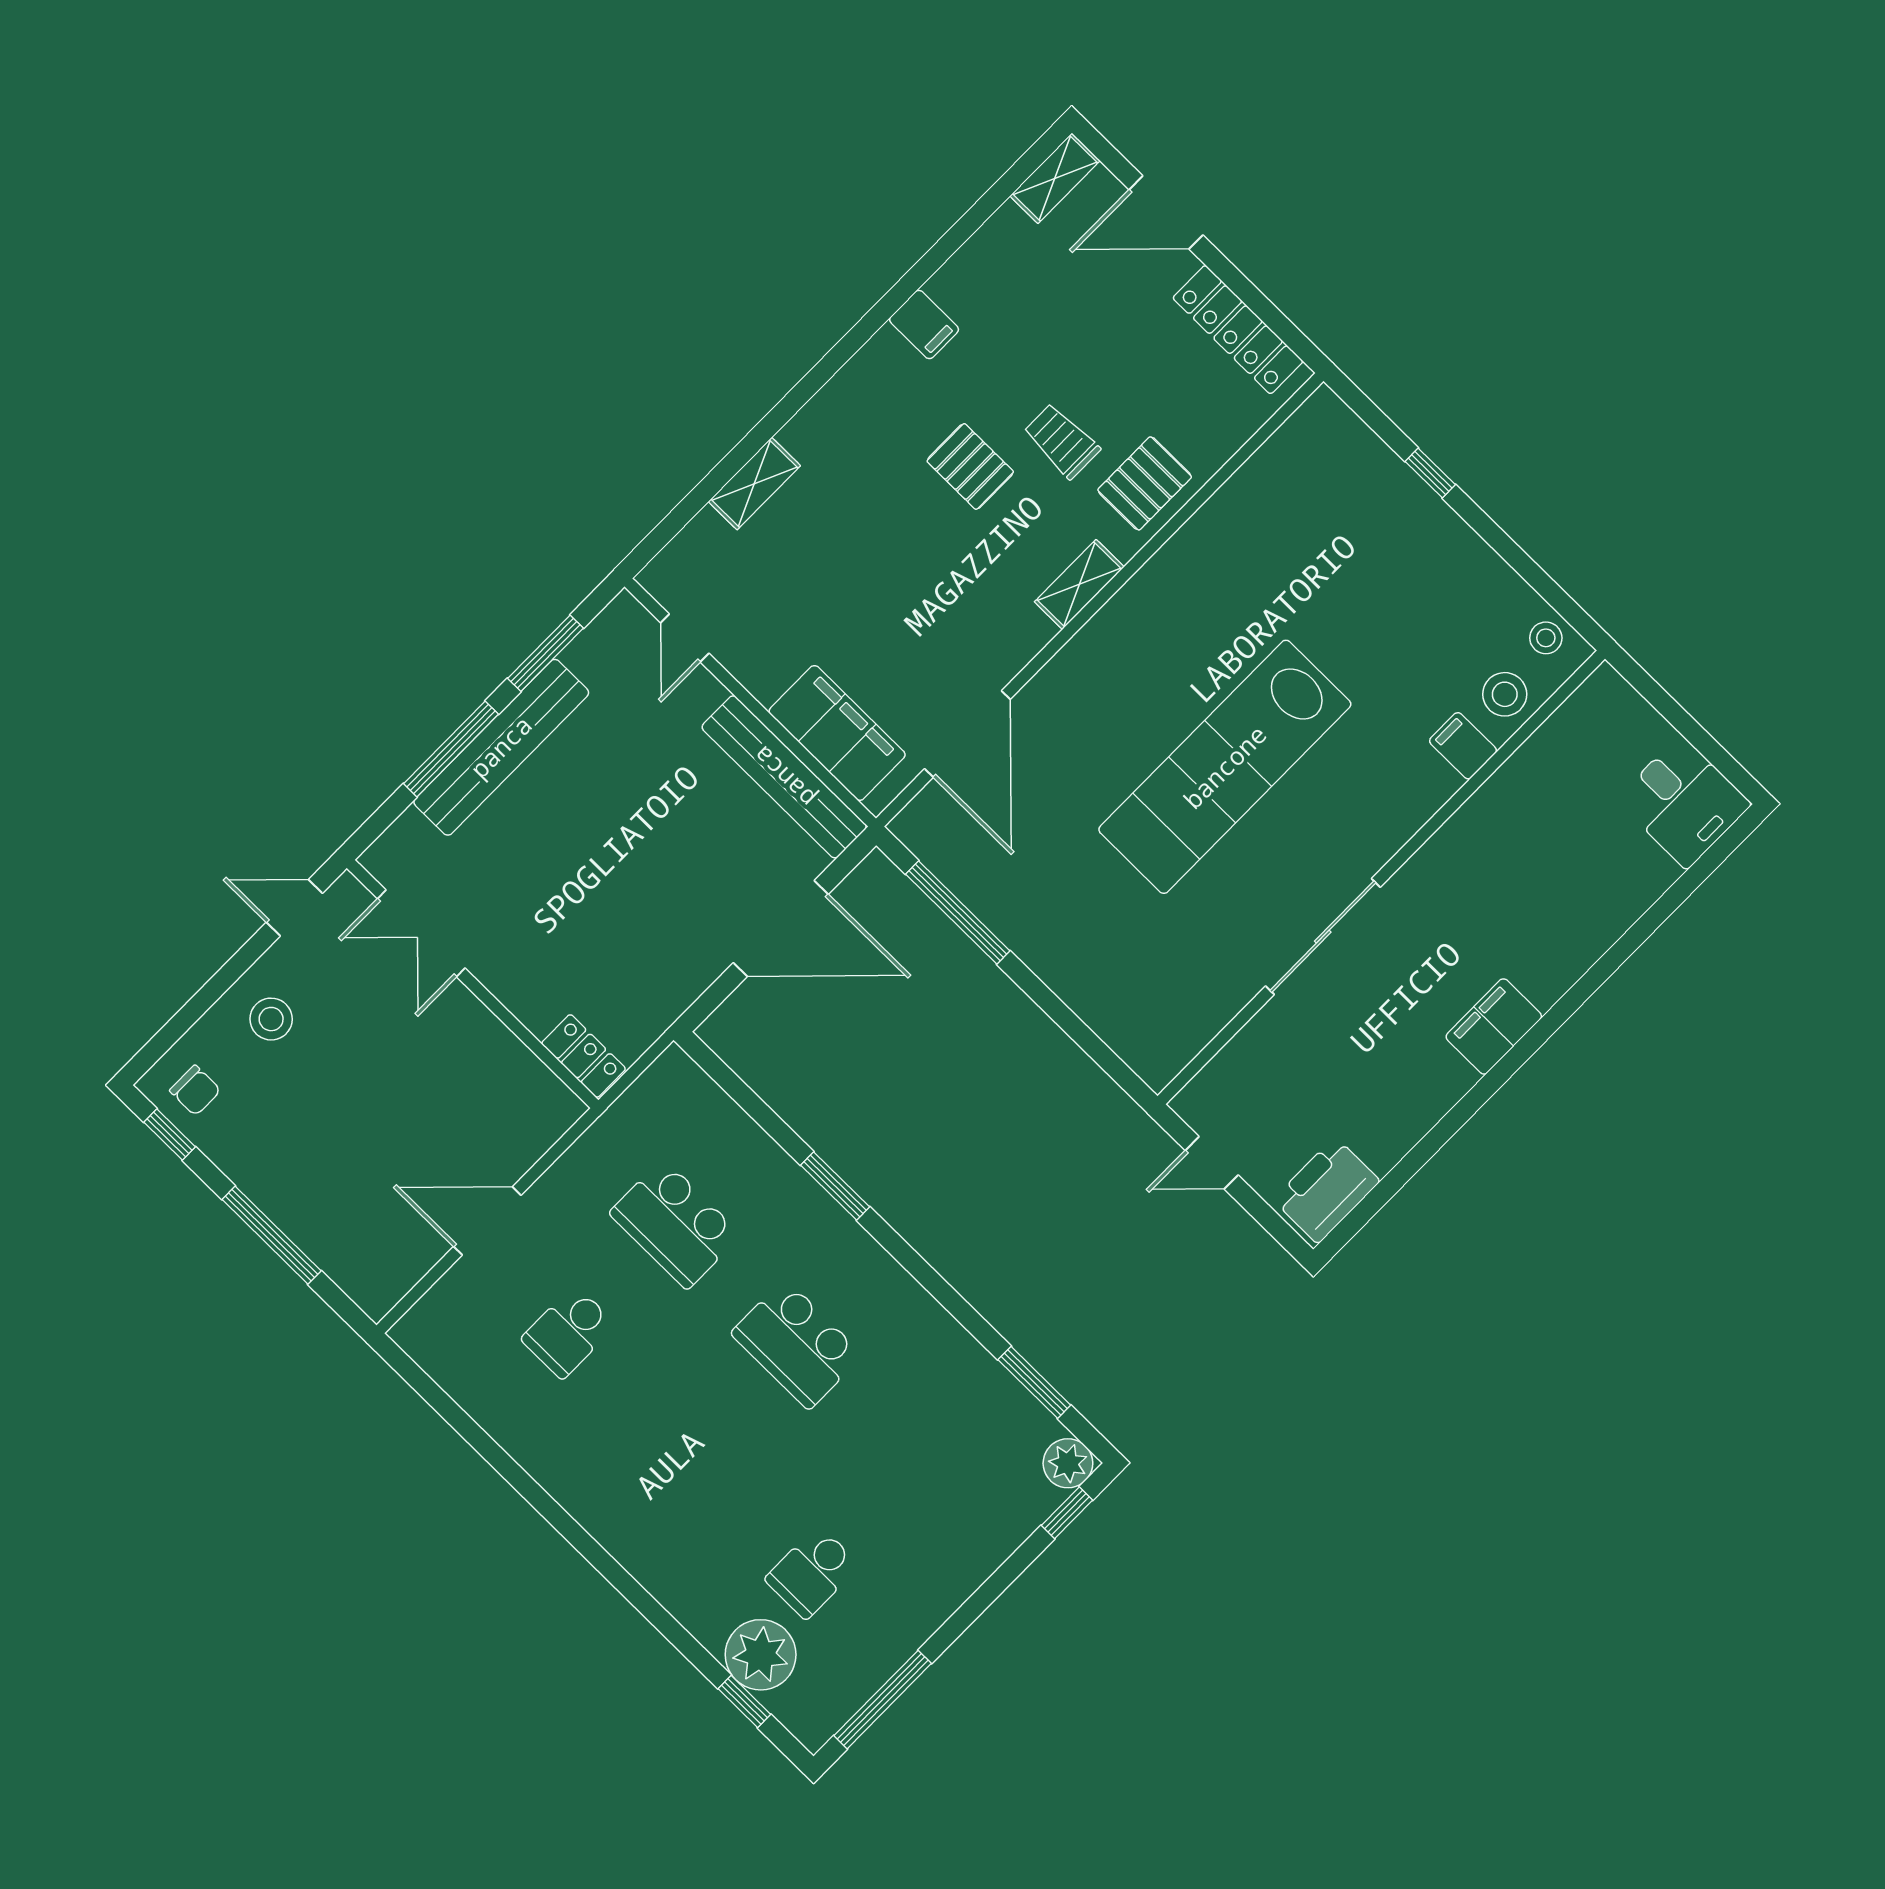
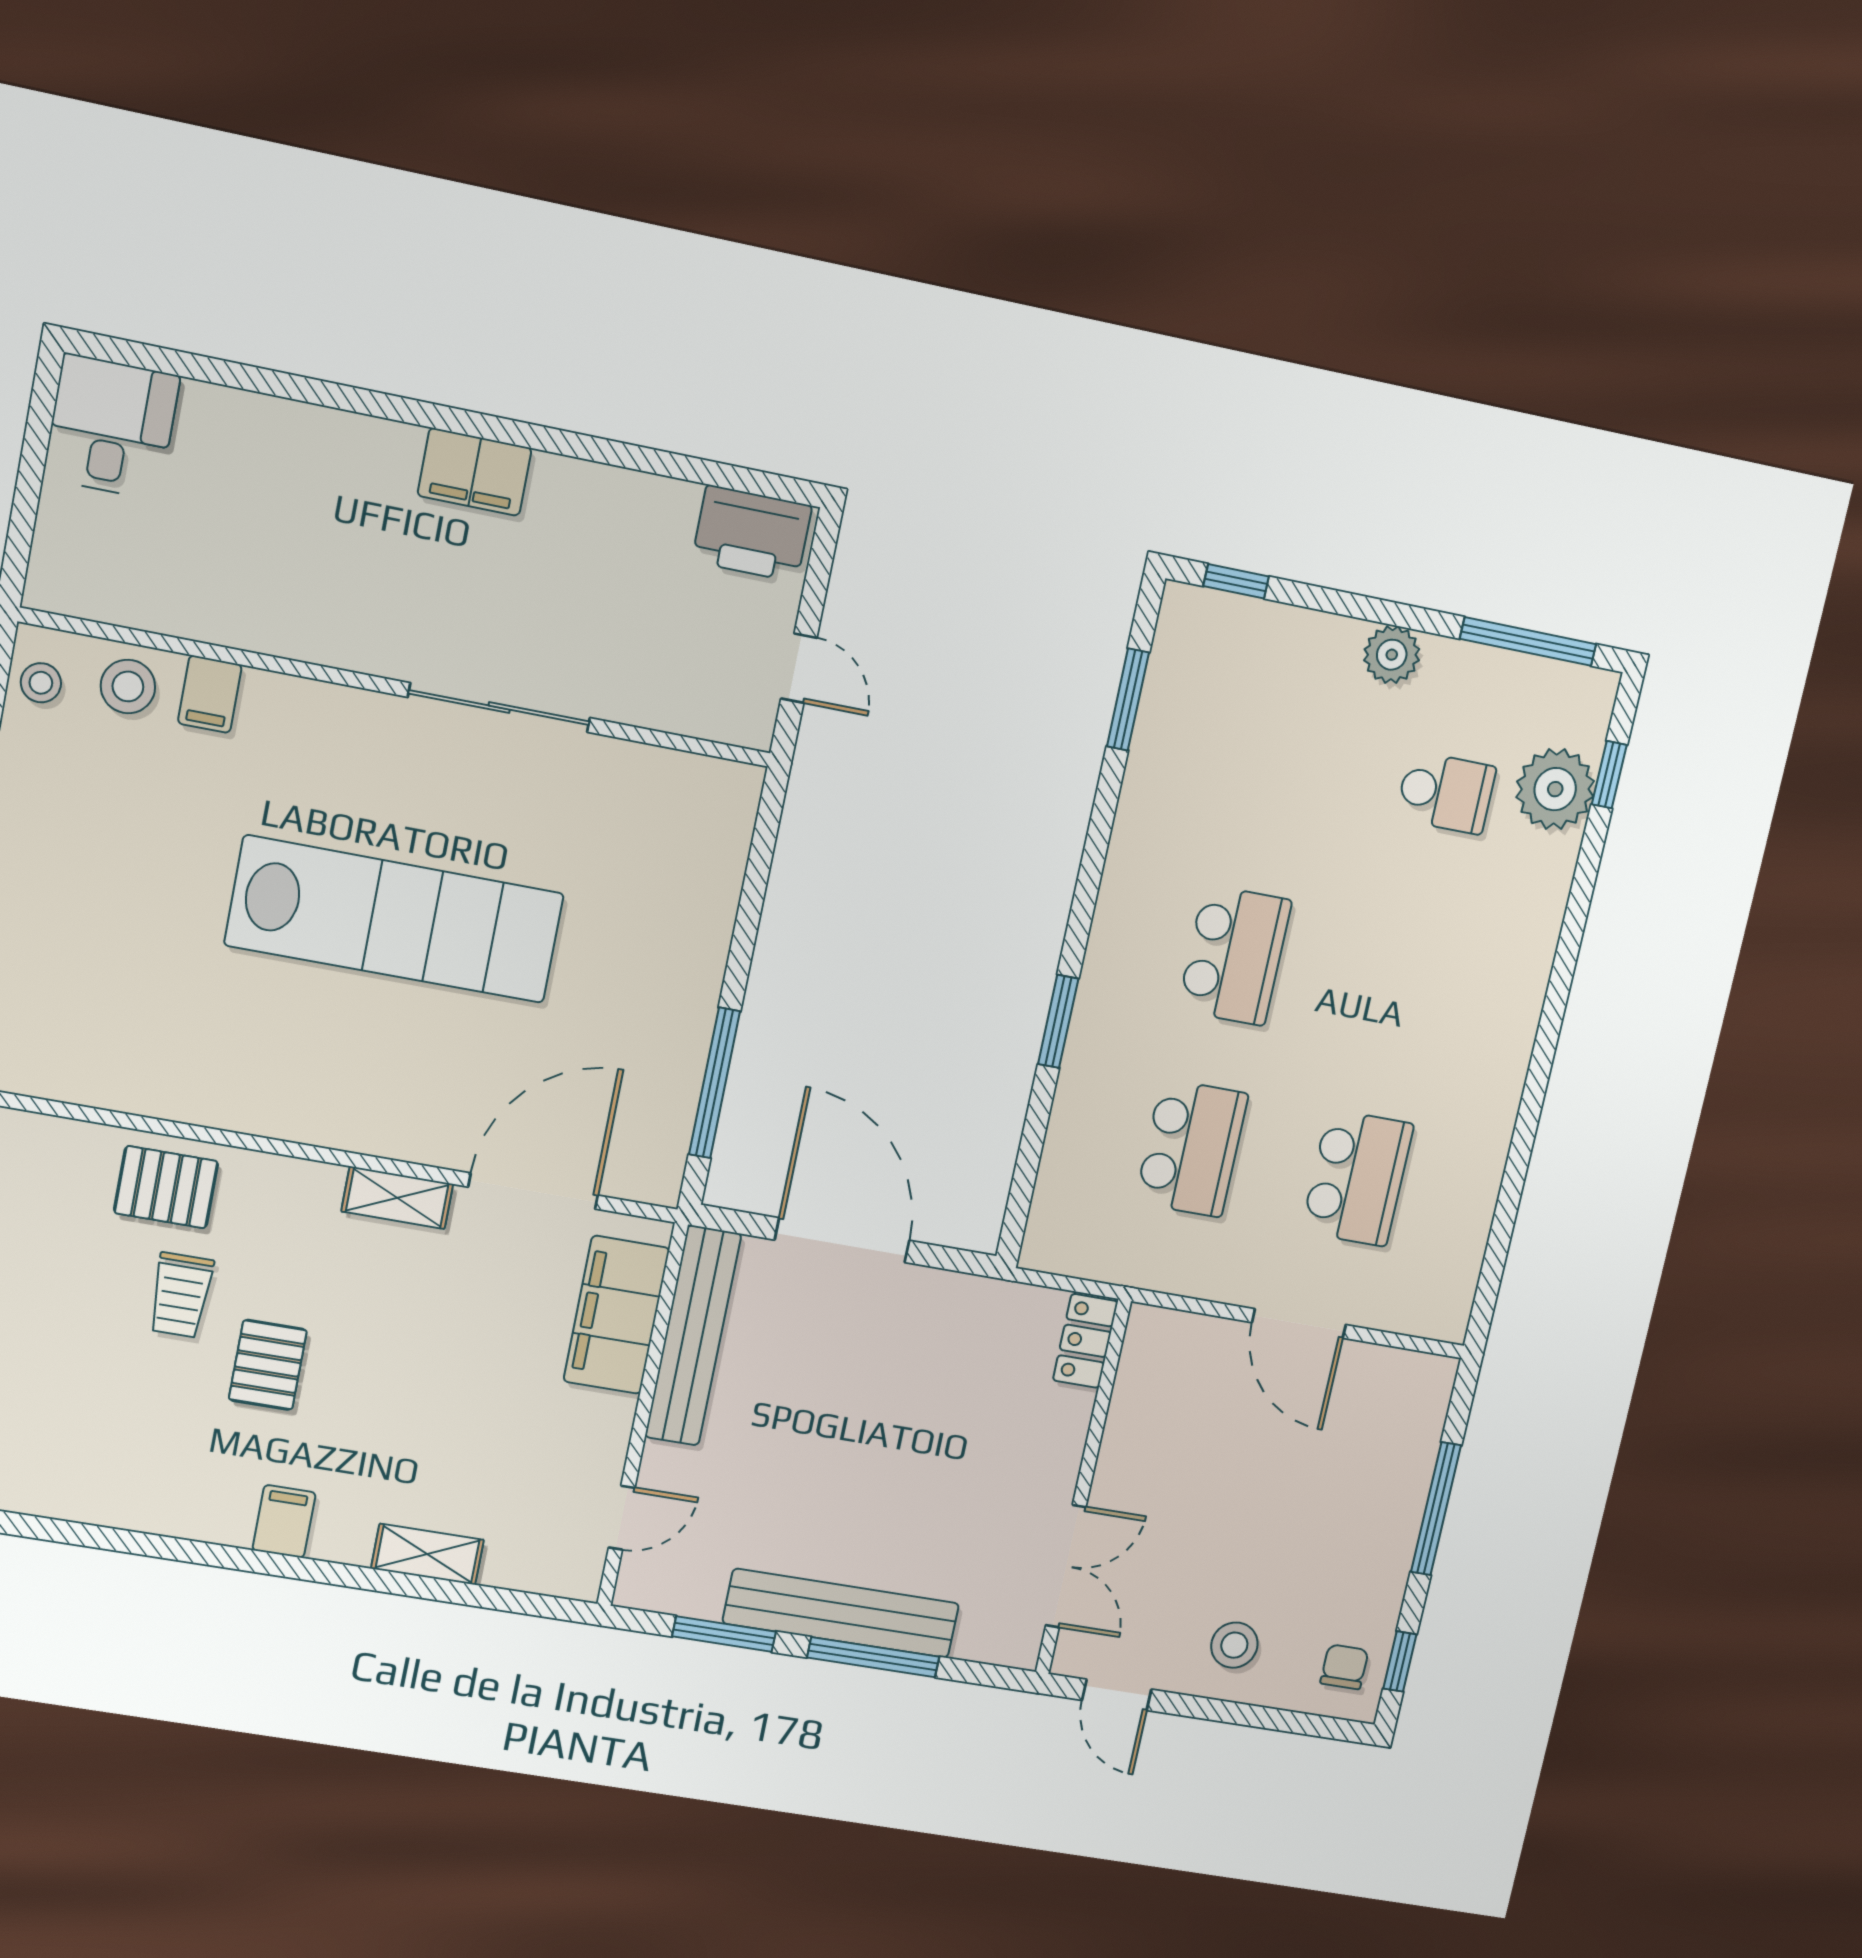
filing cabinet: (924, 324) -> (284, 1521), moved
shelving: (1079, 584) -> (397, 1198), moved
school desk: (569, 1332) -> (1357, 1178), width x1.85
plant: (1068, 1463) -> (1392, 655), moved

